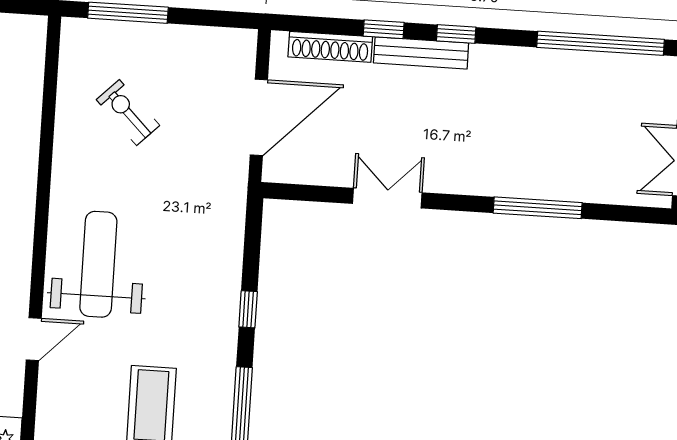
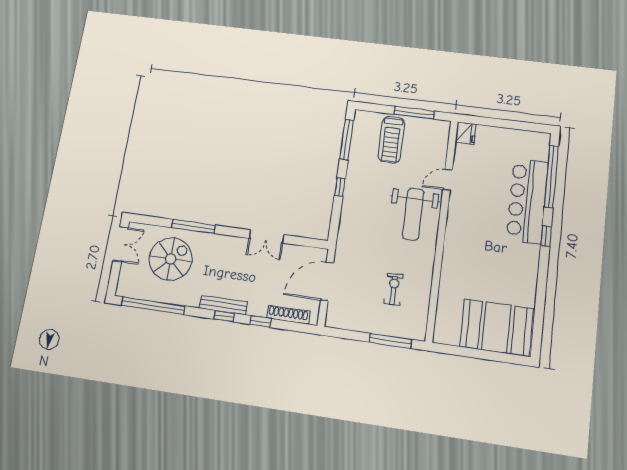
bench: (421, 53) -> (223, 305), moved
exercise bike: (128, 113) -> (394, 289), turned -135
spiral stairs: (576, 138) -> (171, 259), added

